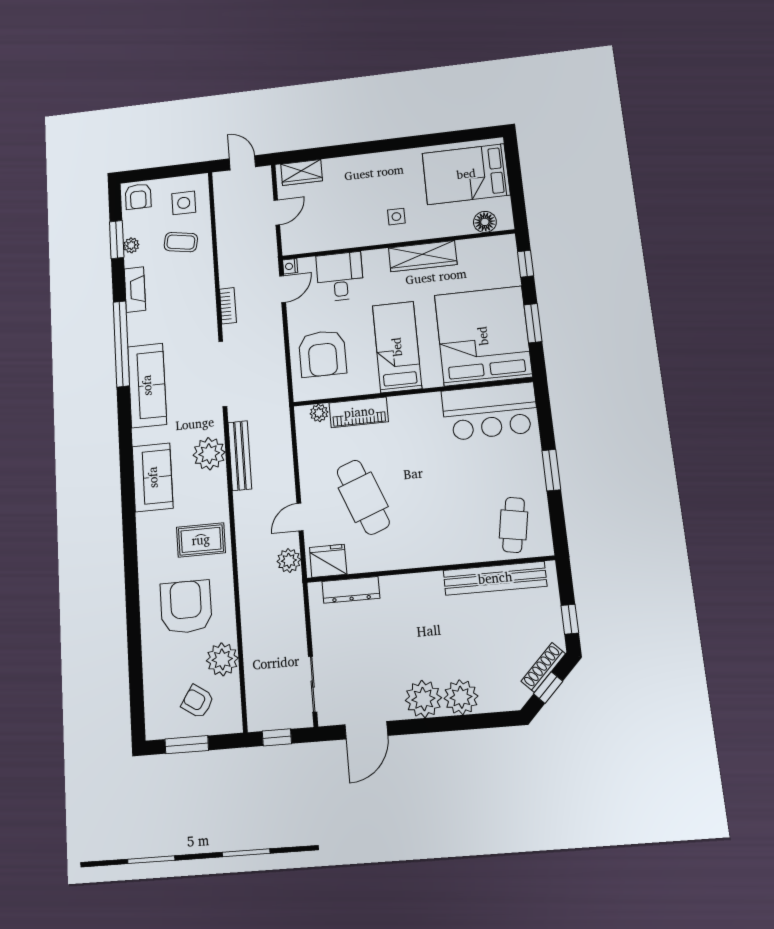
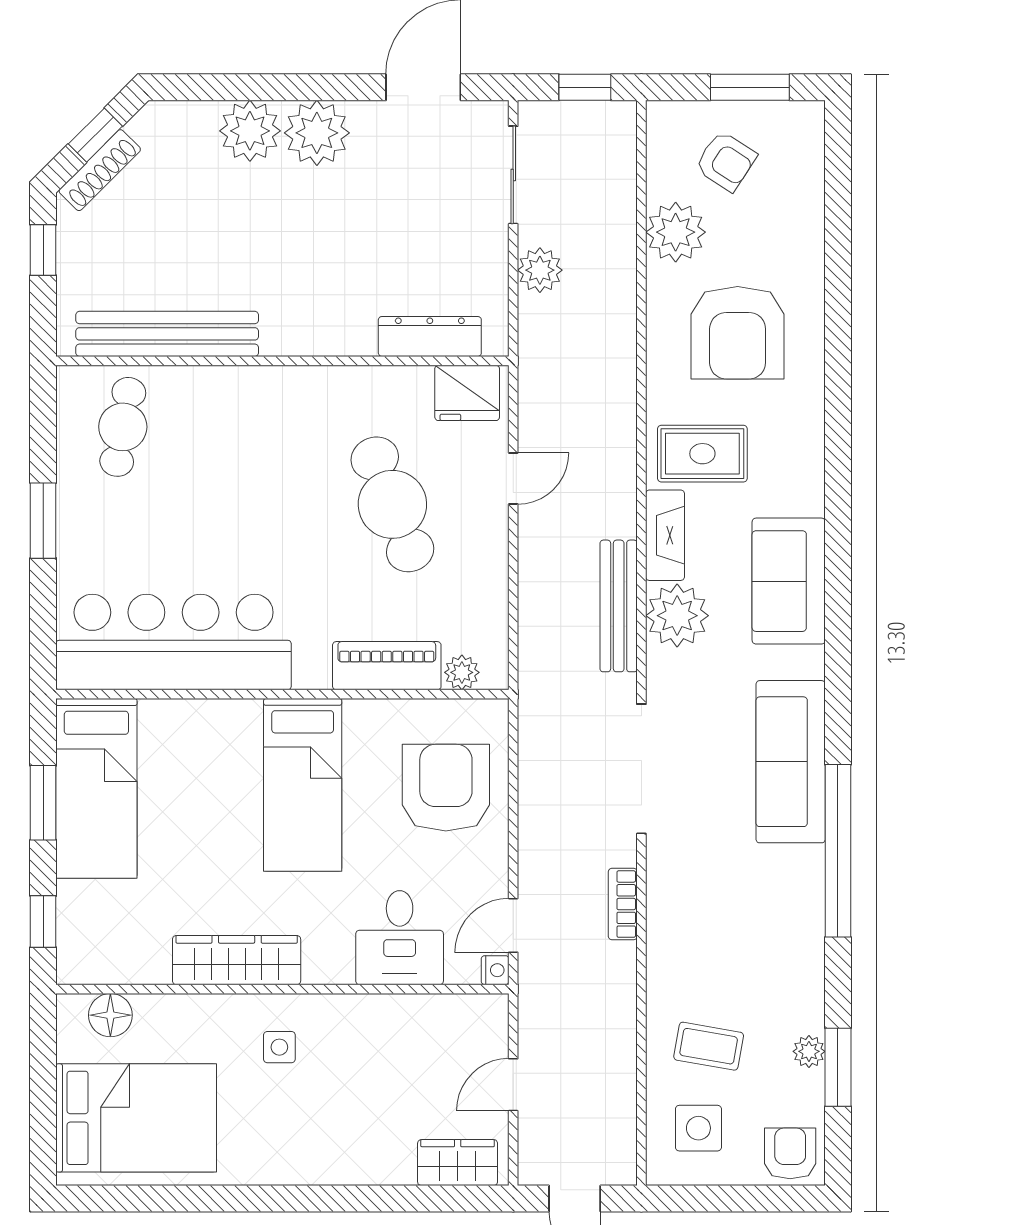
fireplace: (135, 290) -> (665, 535), moved, turned 180
bed: (483, 336) -> (96, 788), width x0.49
bar counter: (490, 411) -> (174, 642), width x1.36
plant: (289, 561) -> (540, 270), moved

